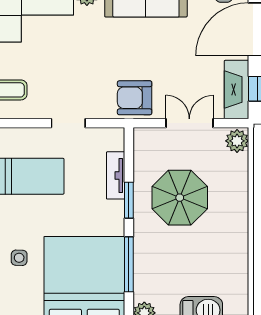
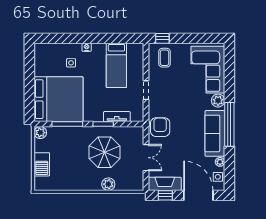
plant: (237, 141) -> (108, 184), moved

